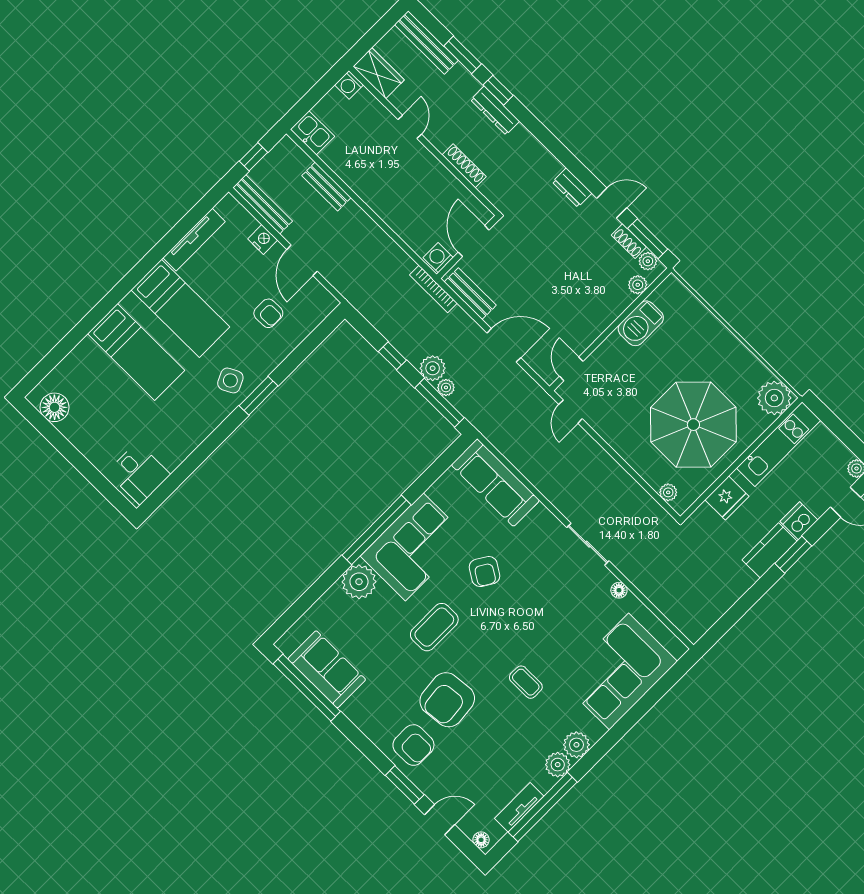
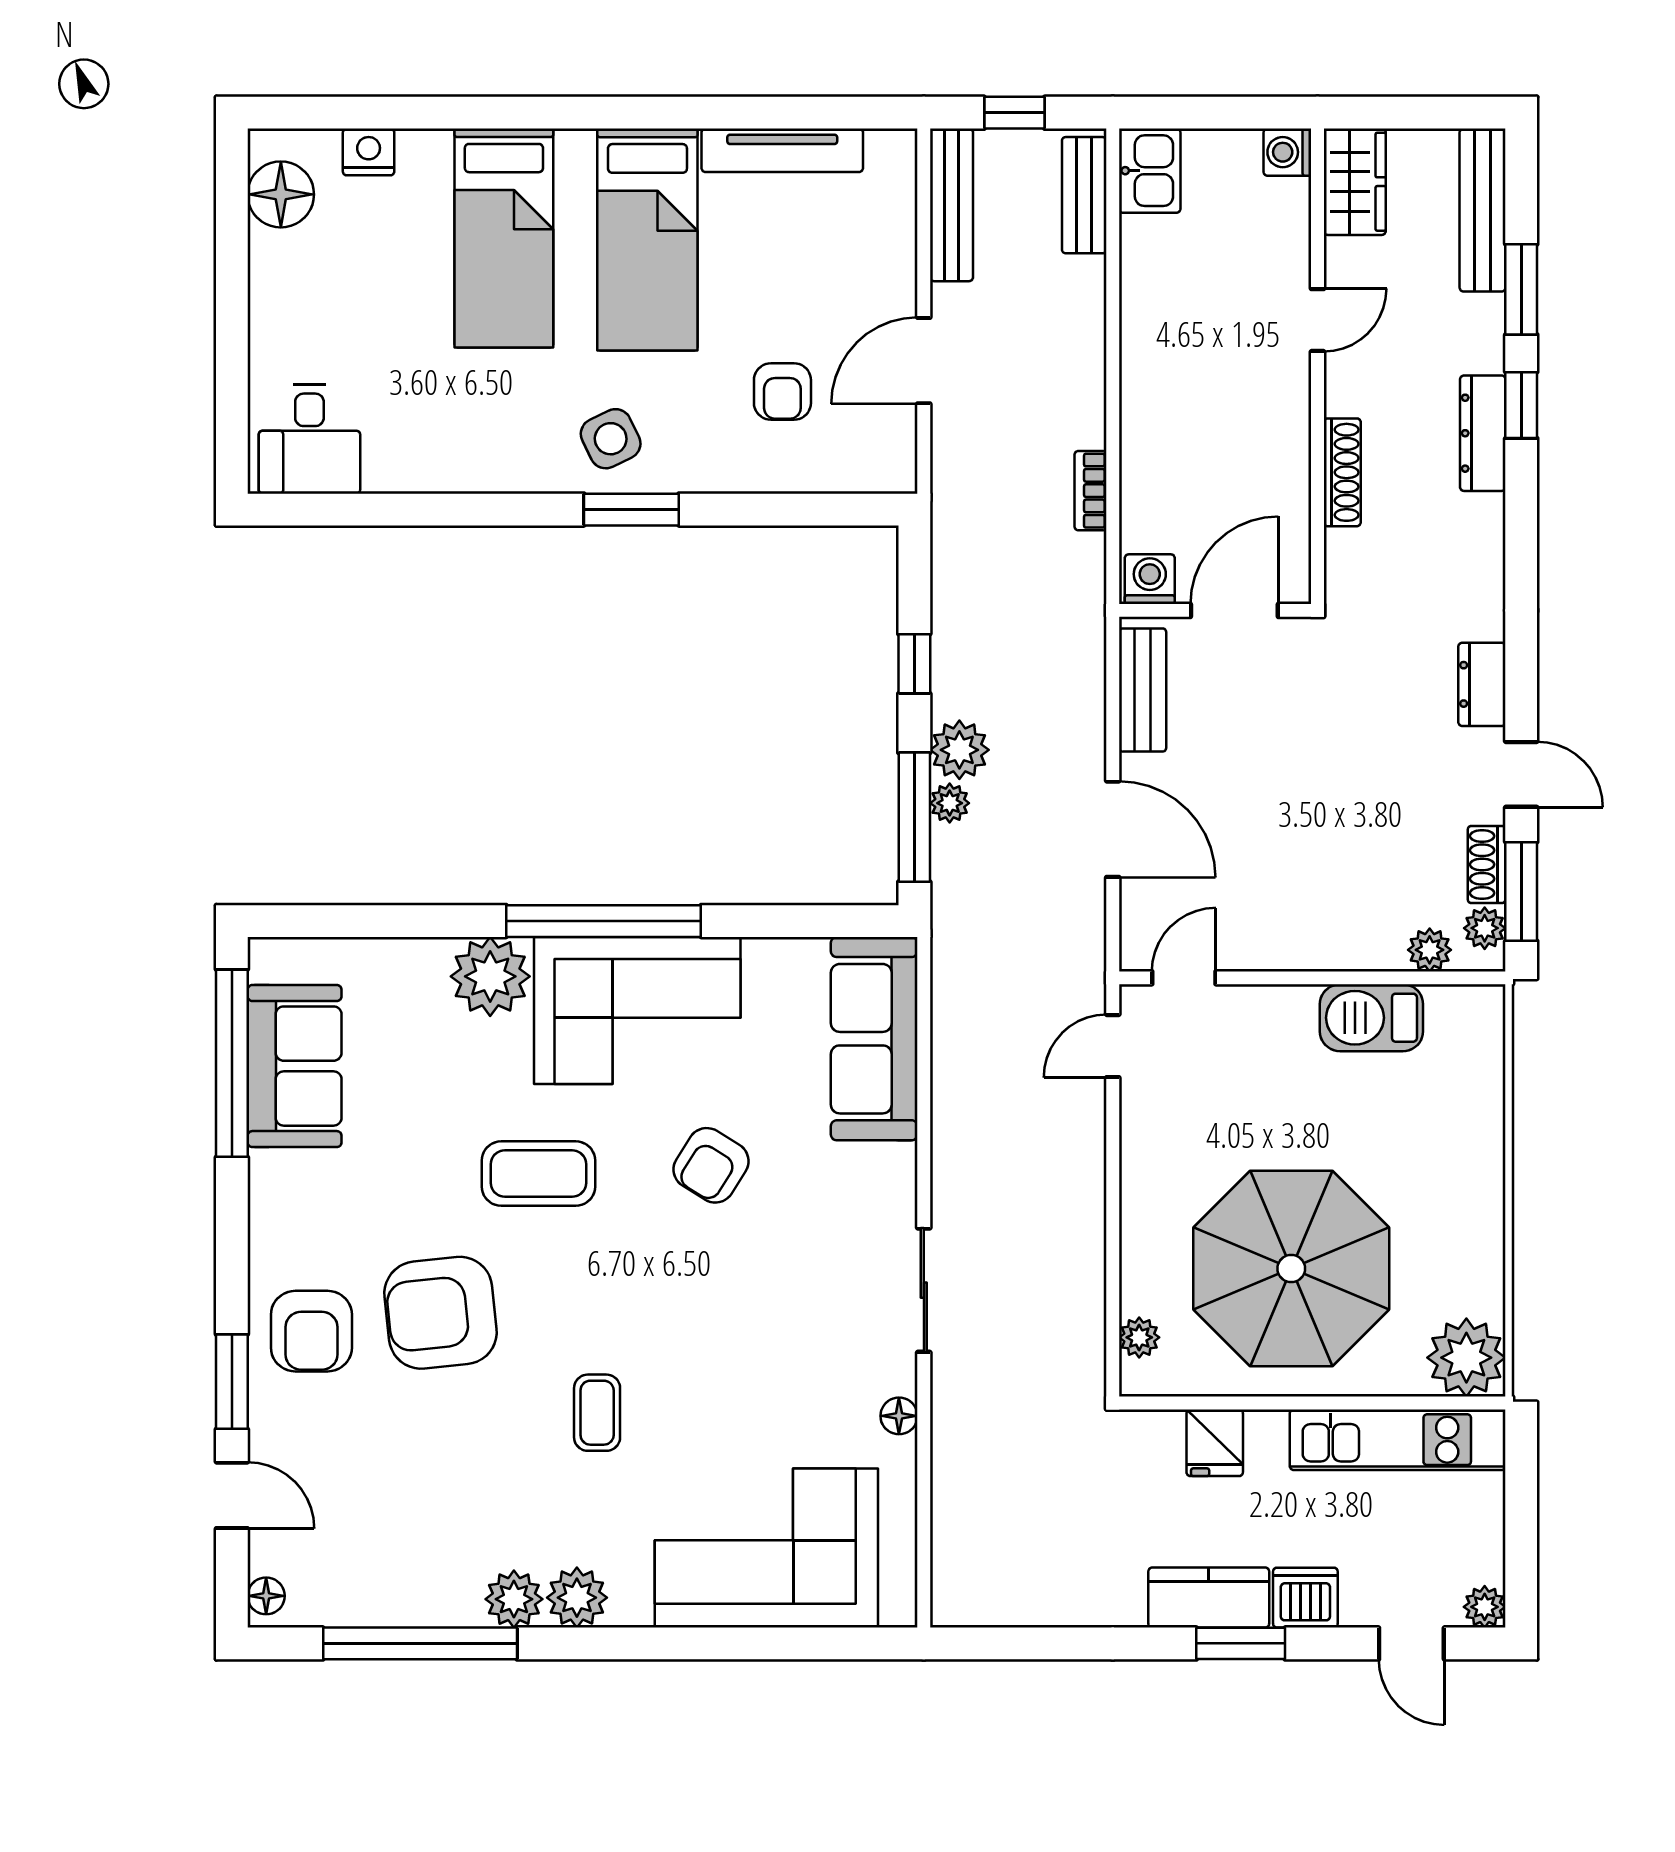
bench: (326, 187) -> (1084, 195), moved
nightstand: (263, 239) -> (369, 152), moved, turned -90
bookcase: (433, 289) -> (1091, 491), moved, width x0.64
fridge: (727, 498) -> (1215, 1443), width x0.72
tv unit: (519, 807) -> (381, 1605), removed

